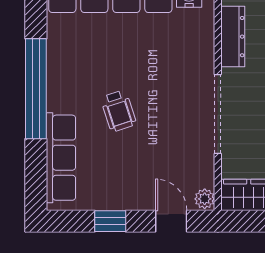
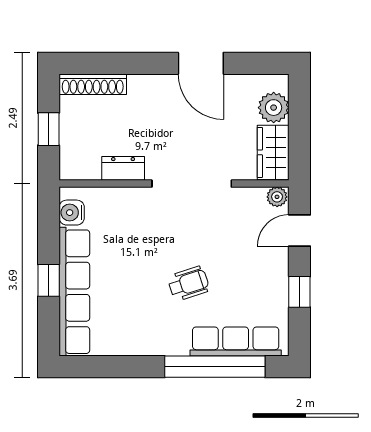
dresser: (233, 37) -> (123, 168), width x0.70
window: (36, 89) -> (215, 367), moved

